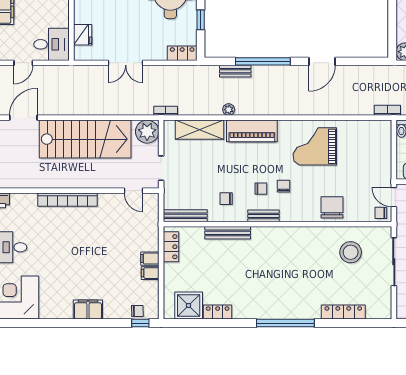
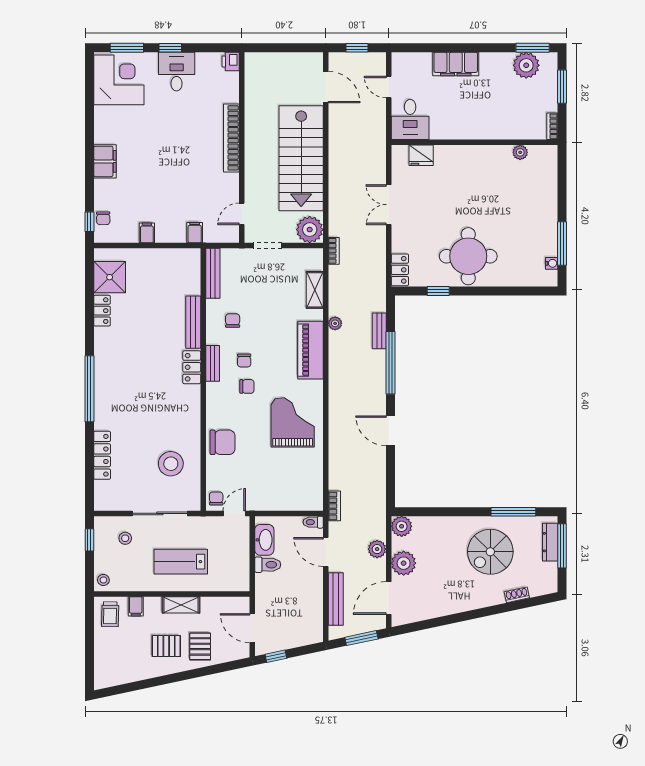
shelving: (199, 130) -> (315, 290), width x0.67, depth x0.75
locker: (171, 247) -> (192, 367), moved, turned 90
filing cabinet: (150, 259) -> (195, 233), moved

